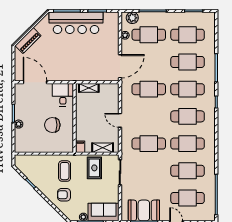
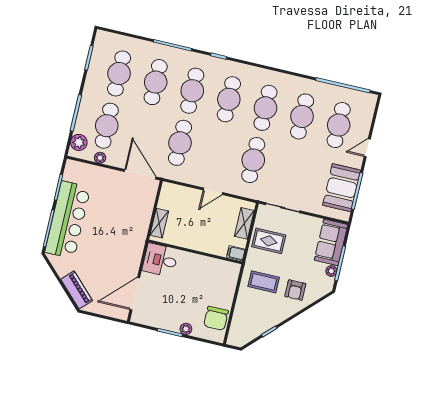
chair: (52, 125) -> (216, 318), moved

